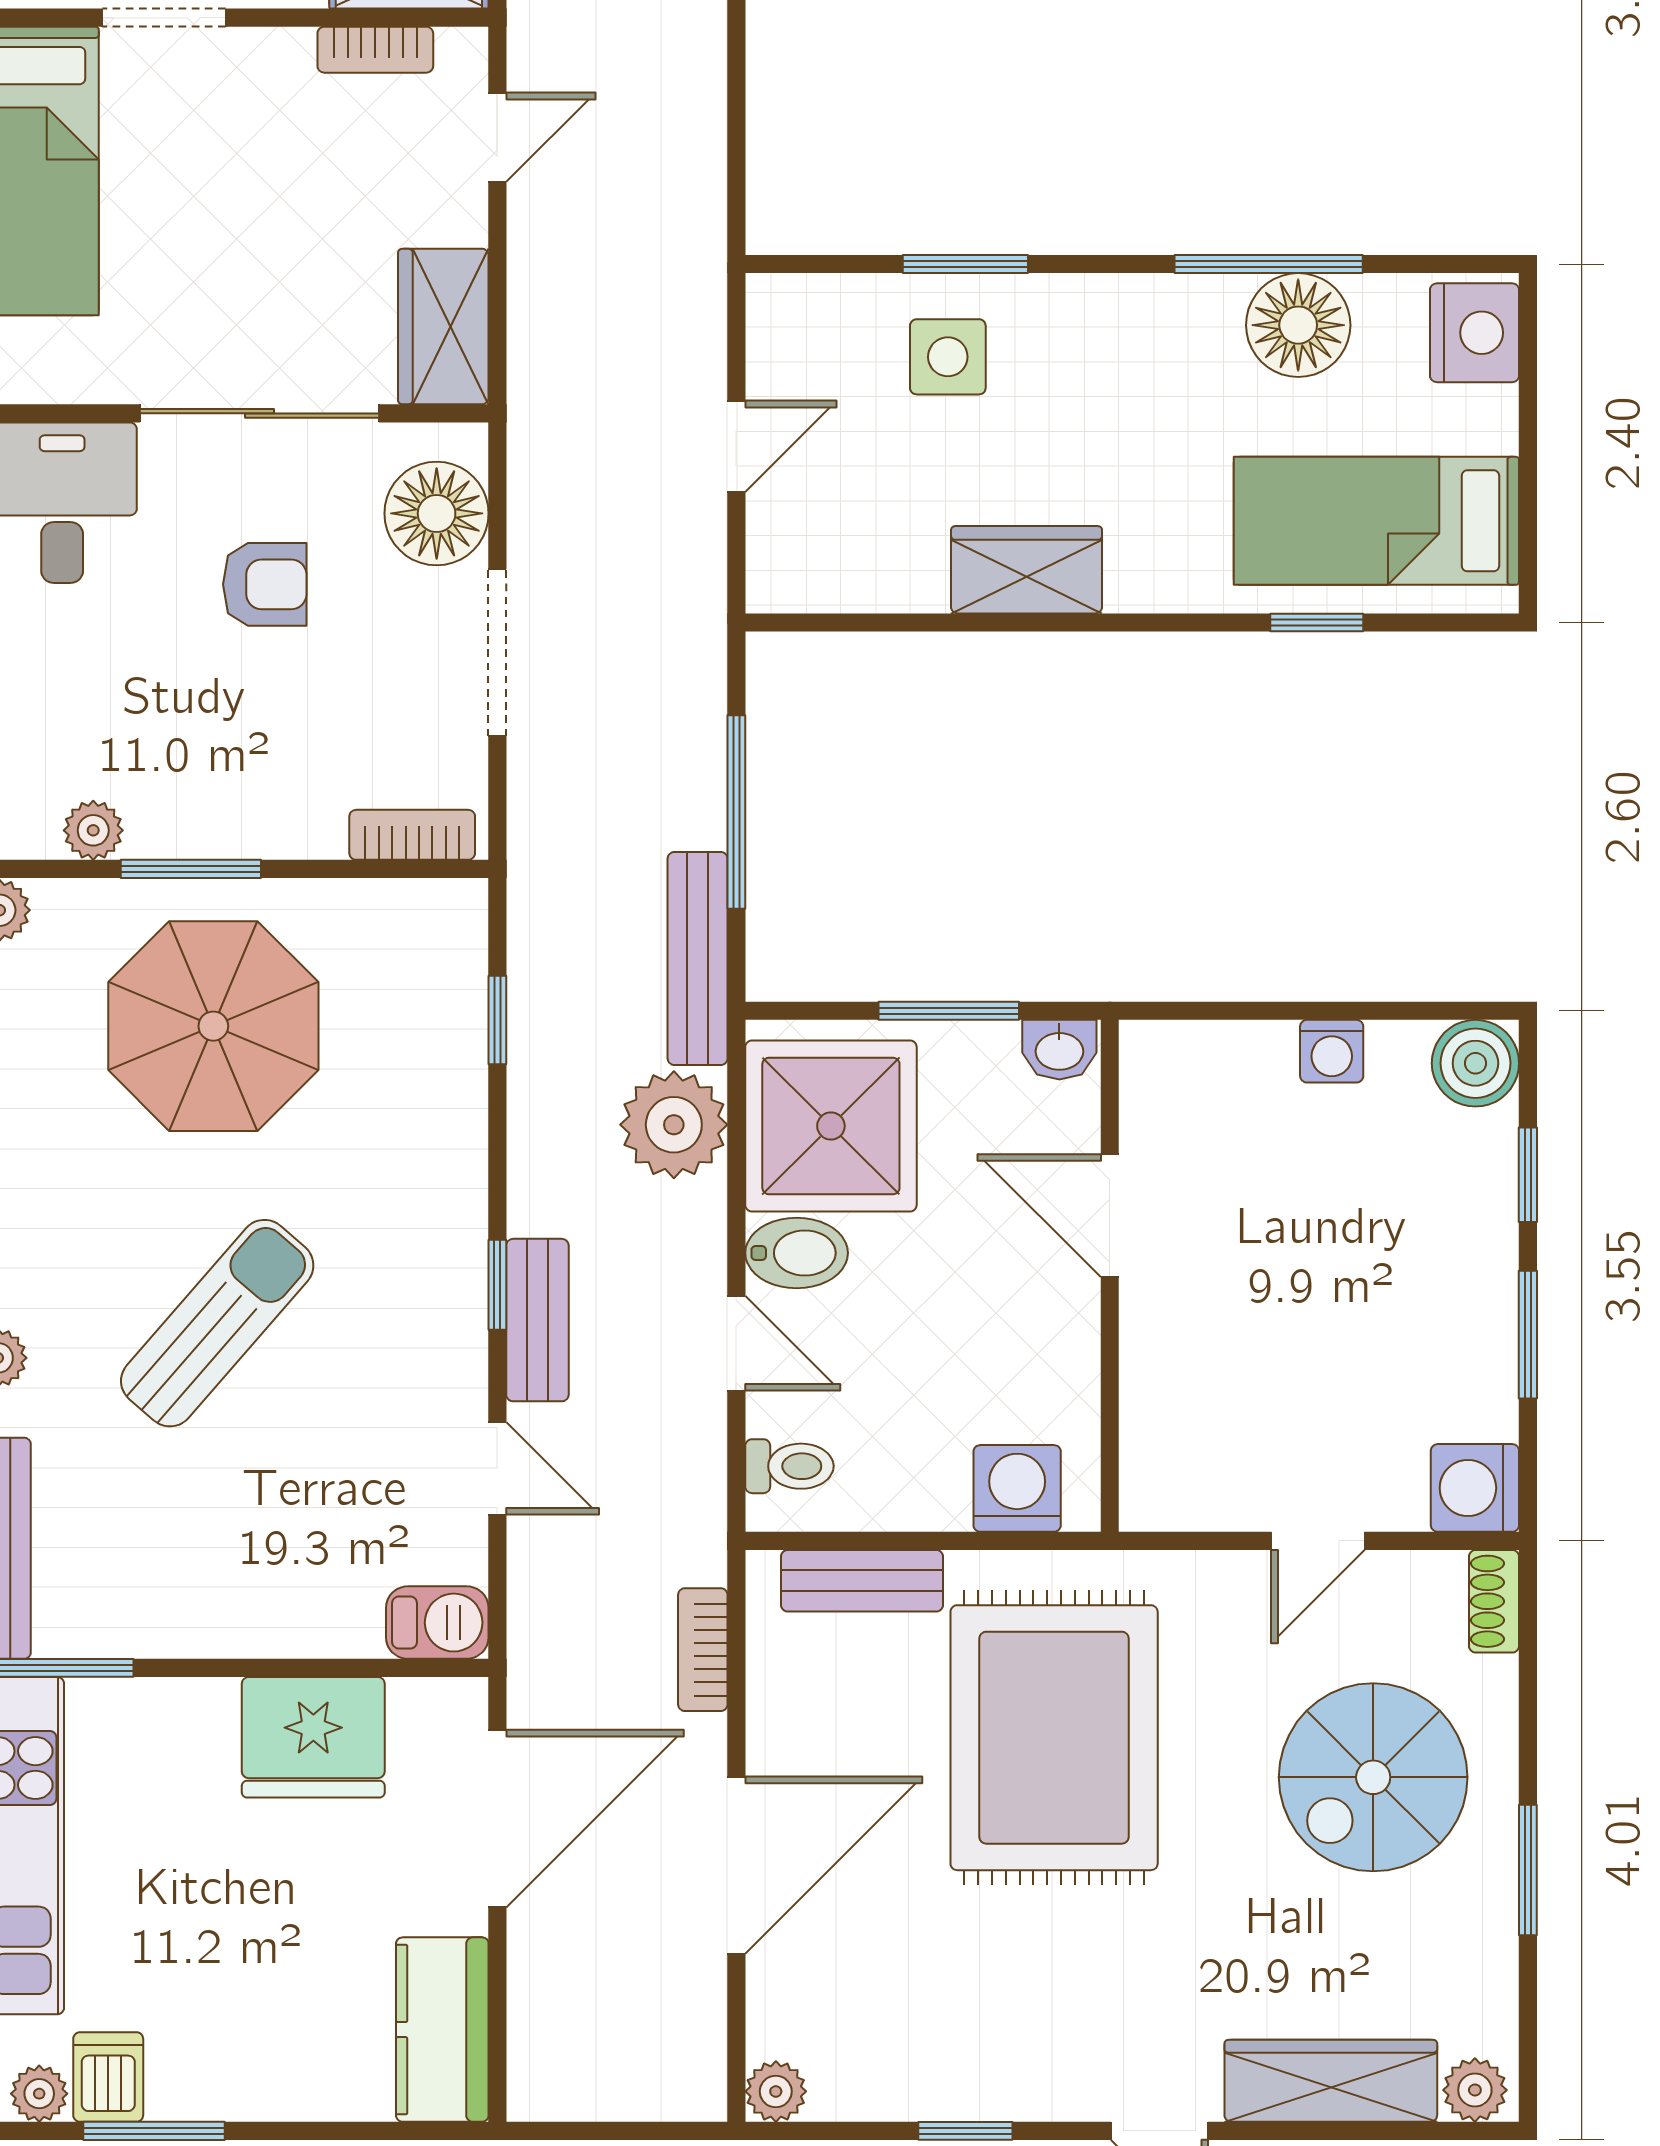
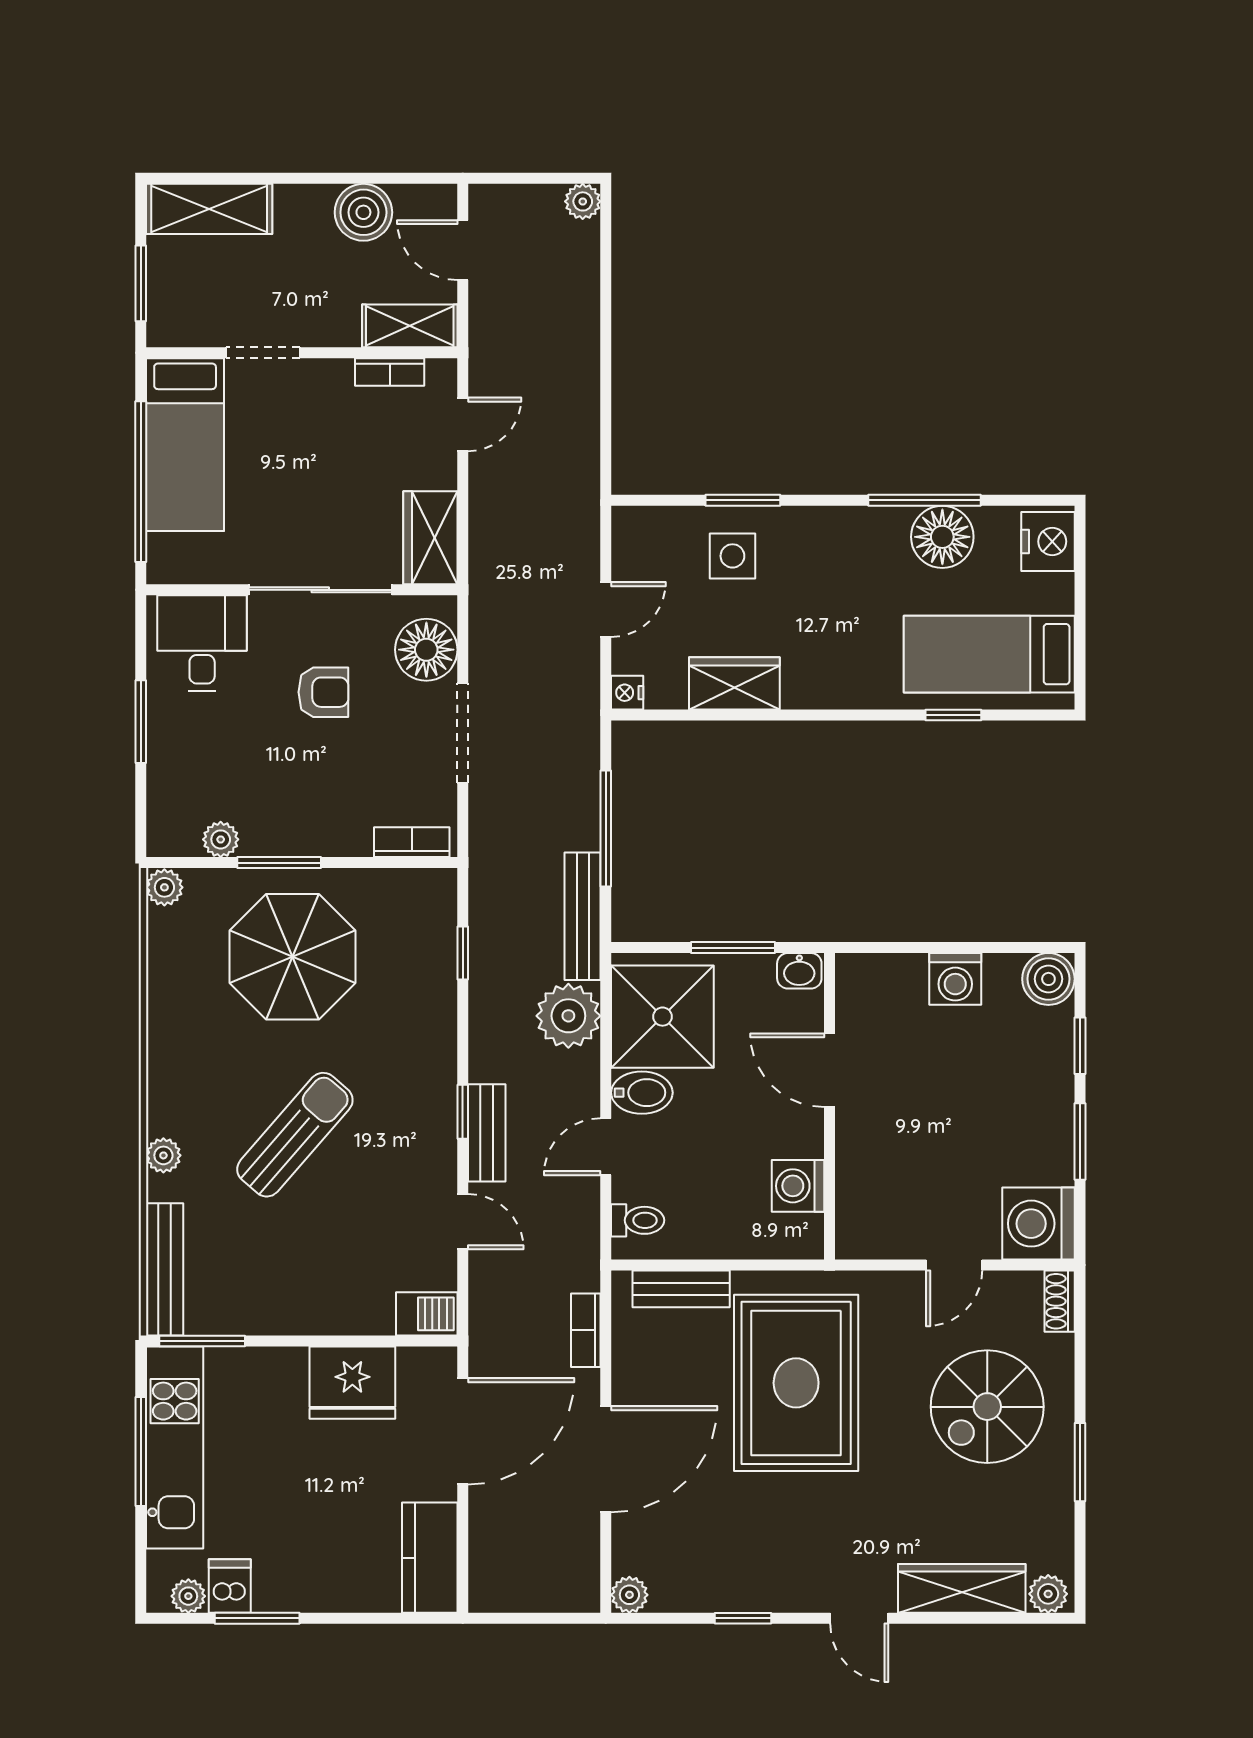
wardrobe: (1027, 570) -> (734, 683), moved
nightstand: (772, 585) -> (627, 693), added
washing machine: (1332, 1051) -> (955, 979), width x1.38, depth x1.38
door: (736, 1343) -> (606, 1147), swing flipped
washing machine: (1017, 1488) -> (798, 1186), moved, turned -90
washing machine: (1475, 1488) -> (1038, 1224), width x1.37, depth x1.37

